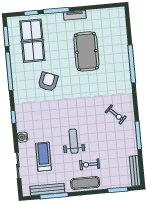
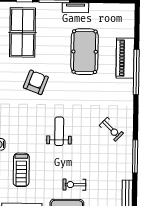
piano: (121, 53) -> (125, 58), added
weight bench: (74, 141) -> (59, 131), moved
treadmill: (43, 157) -> (21, 170), turned 180

